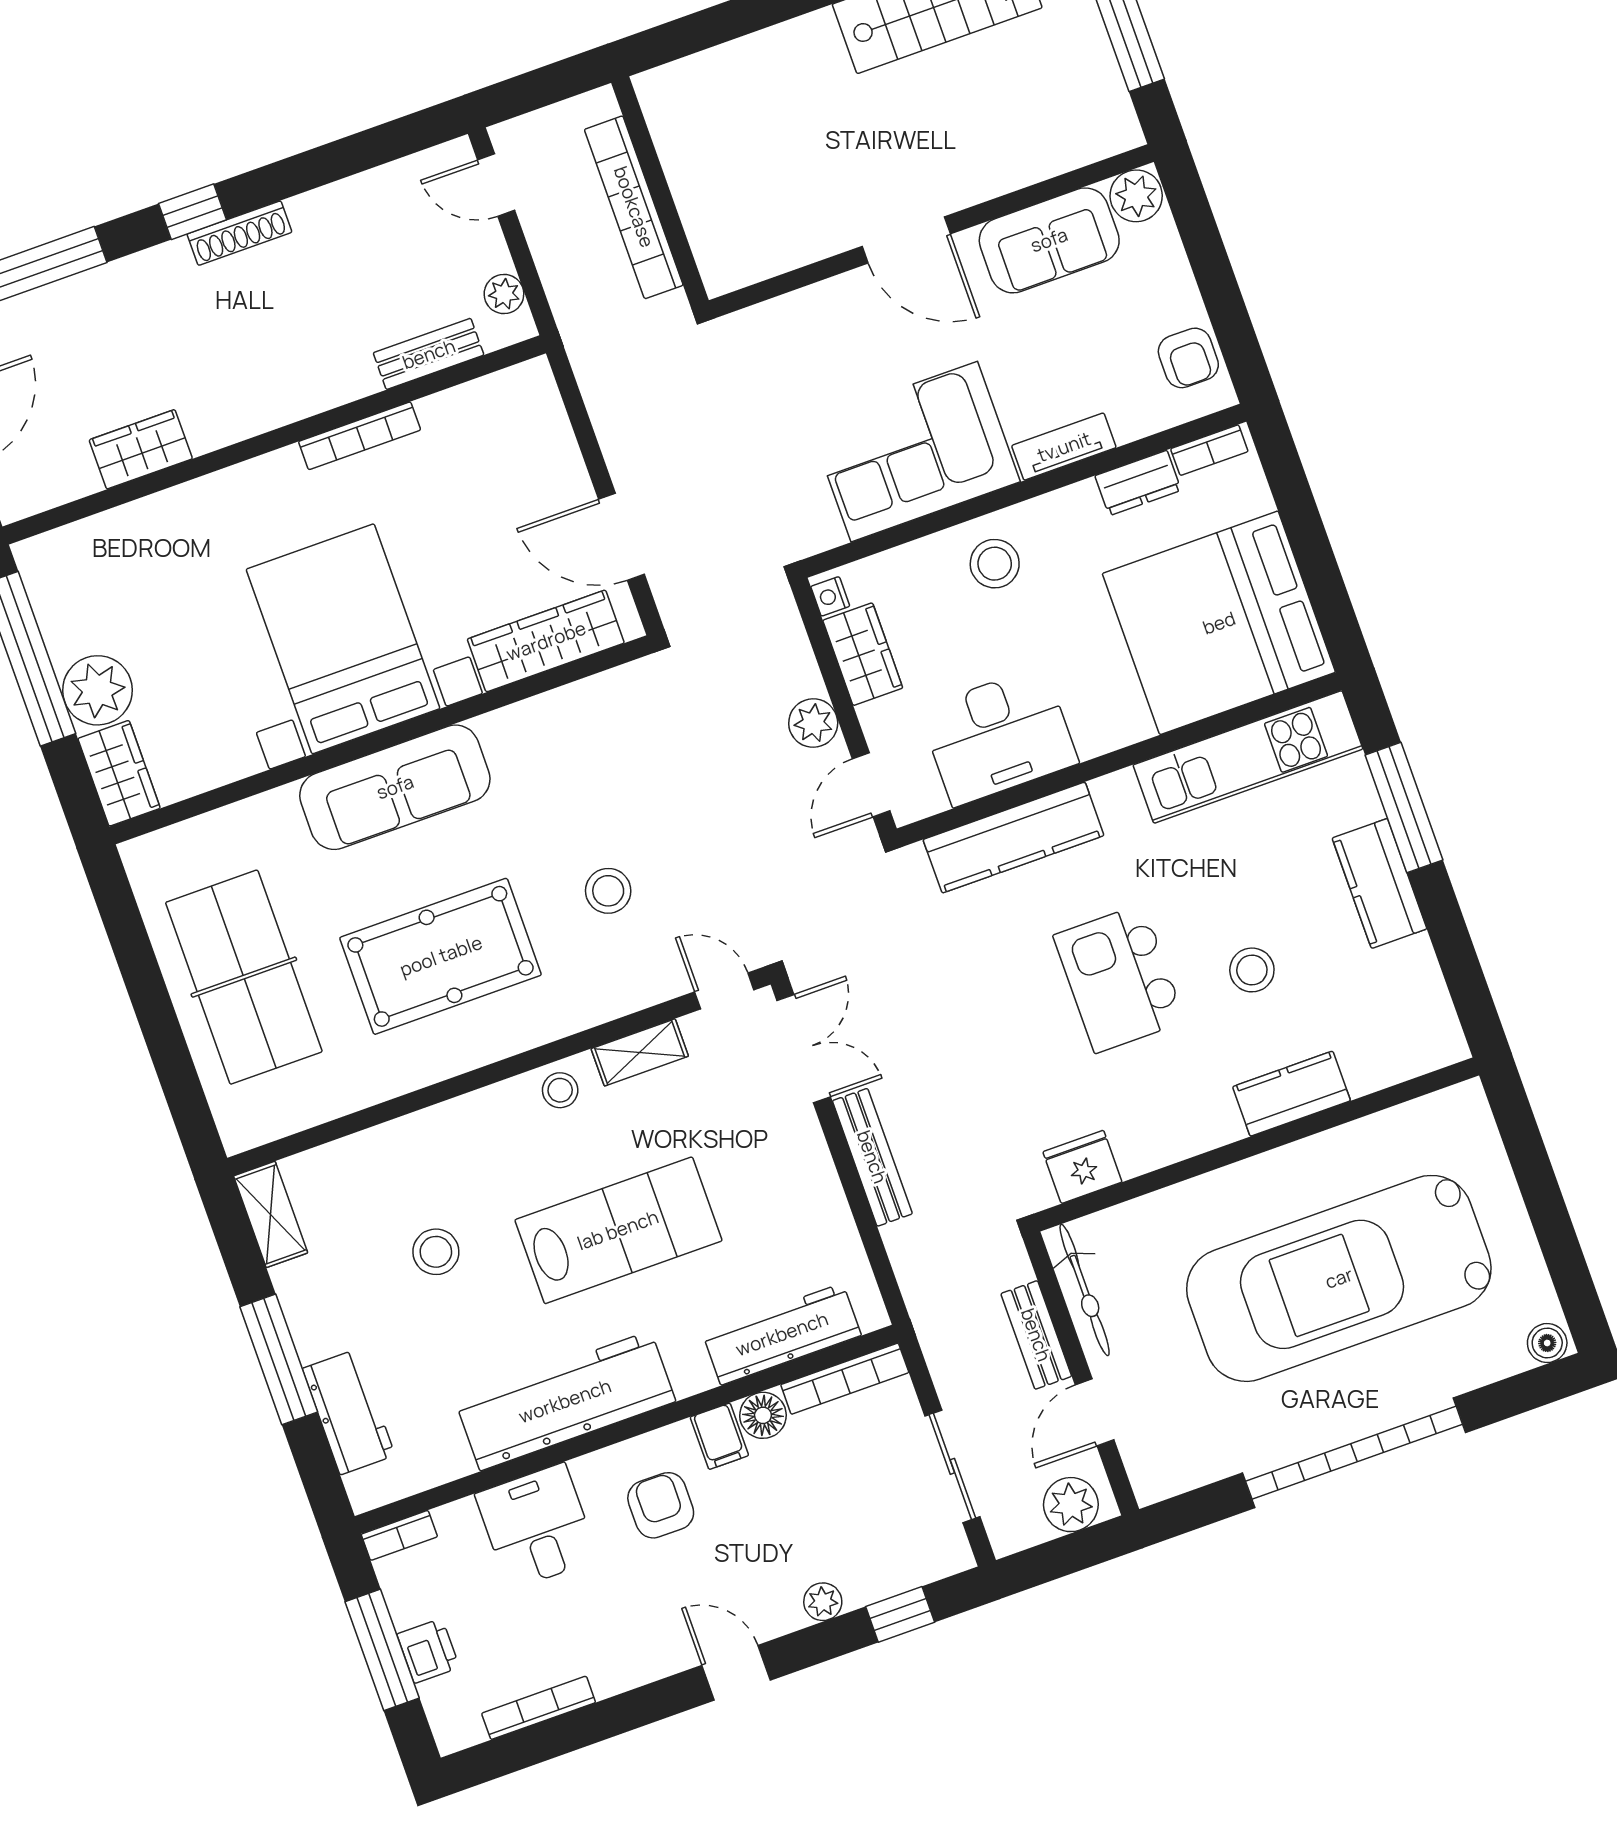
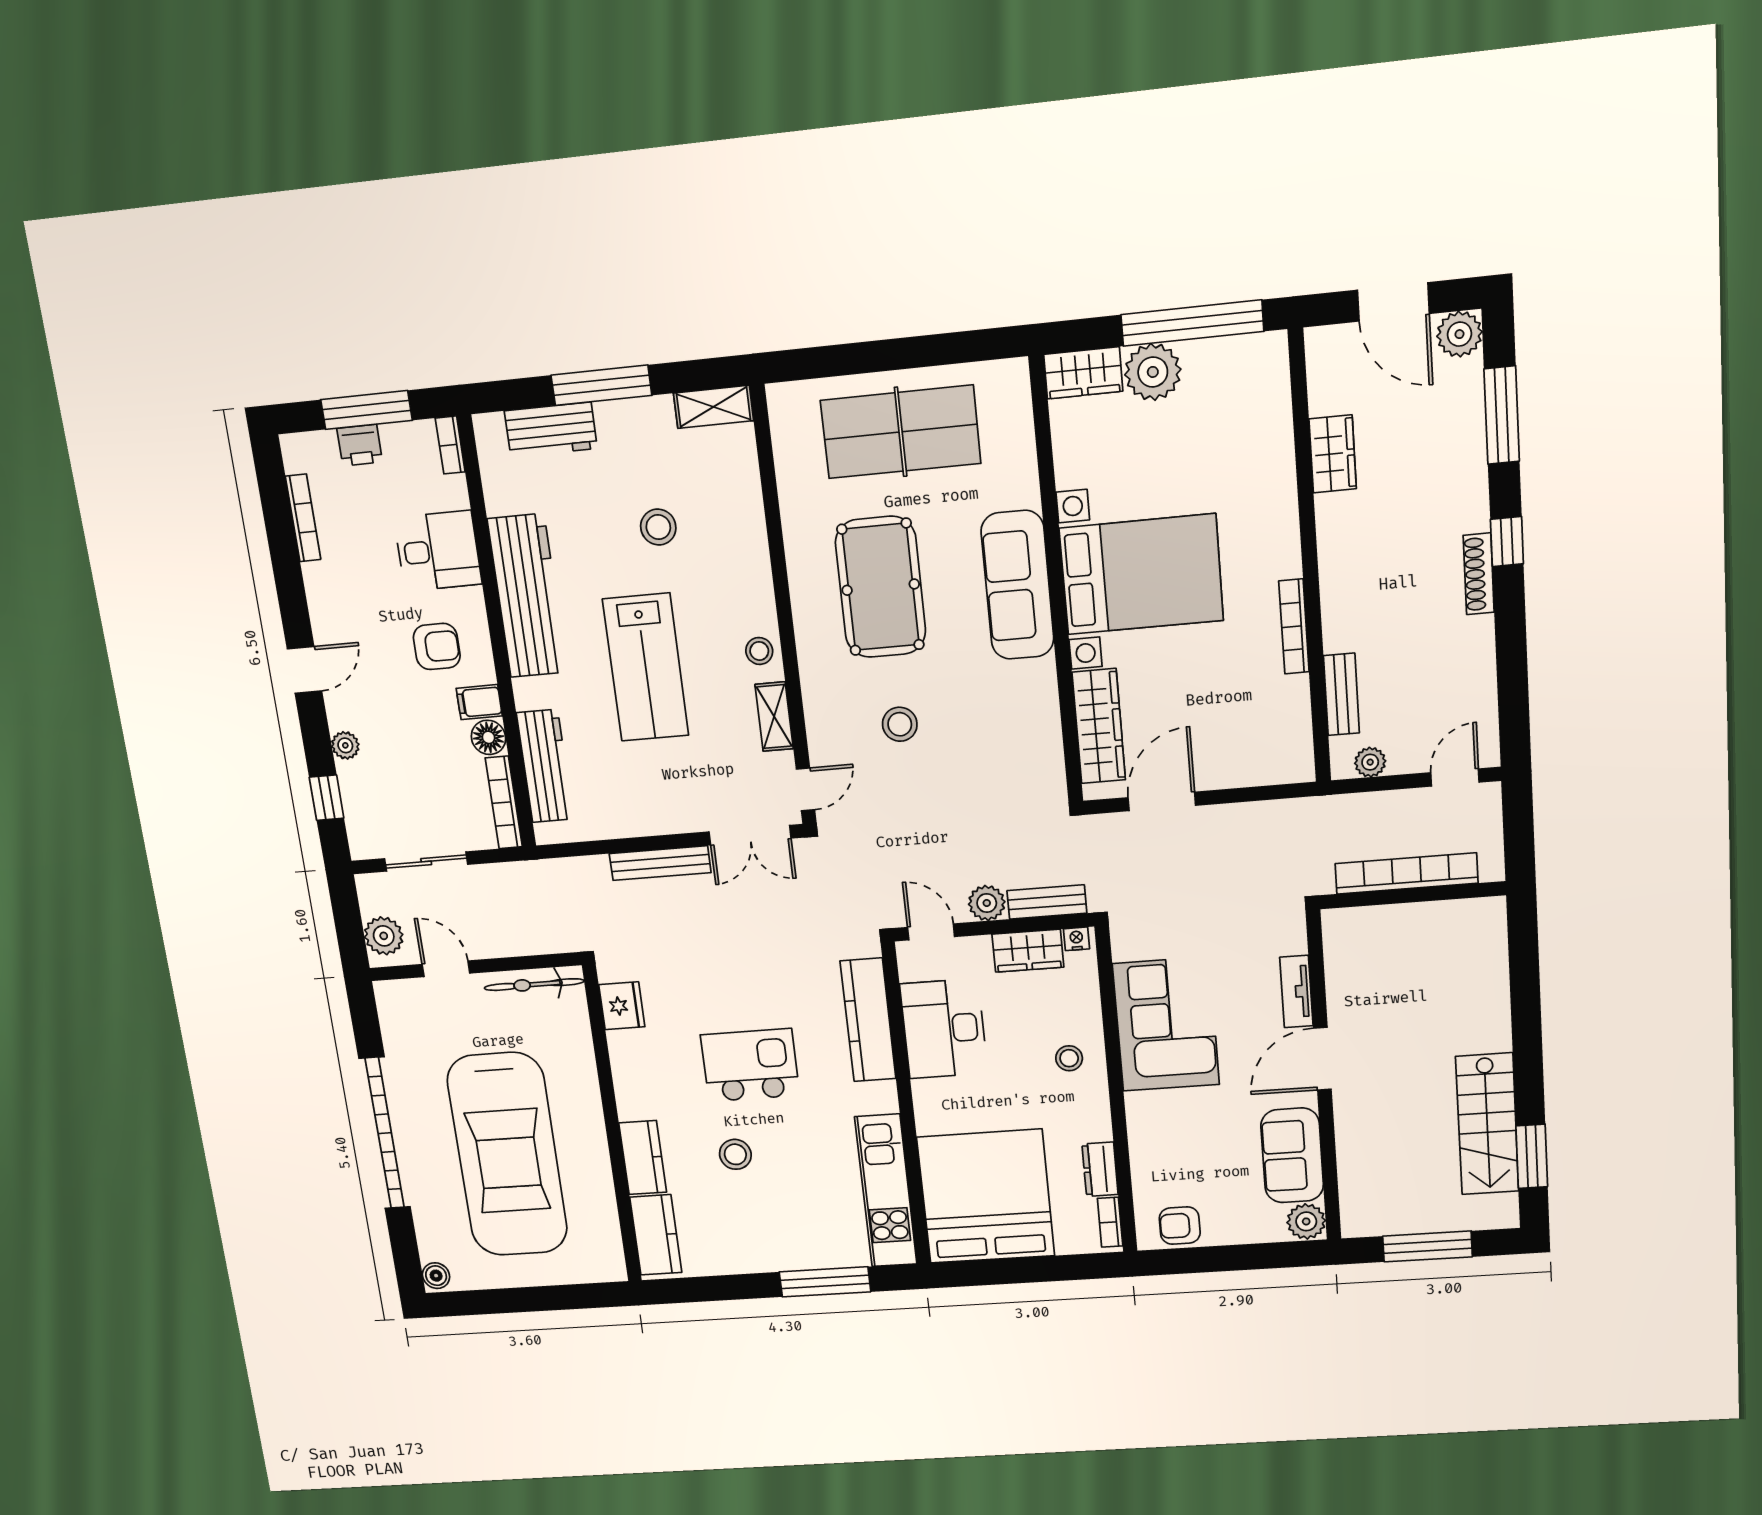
tv unit: (1064, 447) -> (1296, 991), moved, turned 180
stool: (995, 564) -> (1069, 1058), width x0.73, depth x0.73
kitchen counter: (1380, 883) -> (656, 1235), moved, turned 90
car: (1339, 1278) -> (507, 1155), turned 180
bench: (1036, 1335) -> (1047, 902), moved

